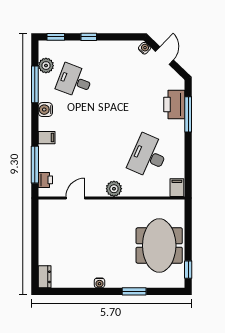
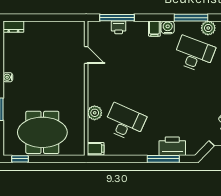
desk: (75, 81) -> (194, 54), width x1.37
filing cabinet: (47, 138) -> (154, 29), moved
printer: (45, 180) -> (119, 27), moved
plant: (114, 189) -> (95, 113), moved

